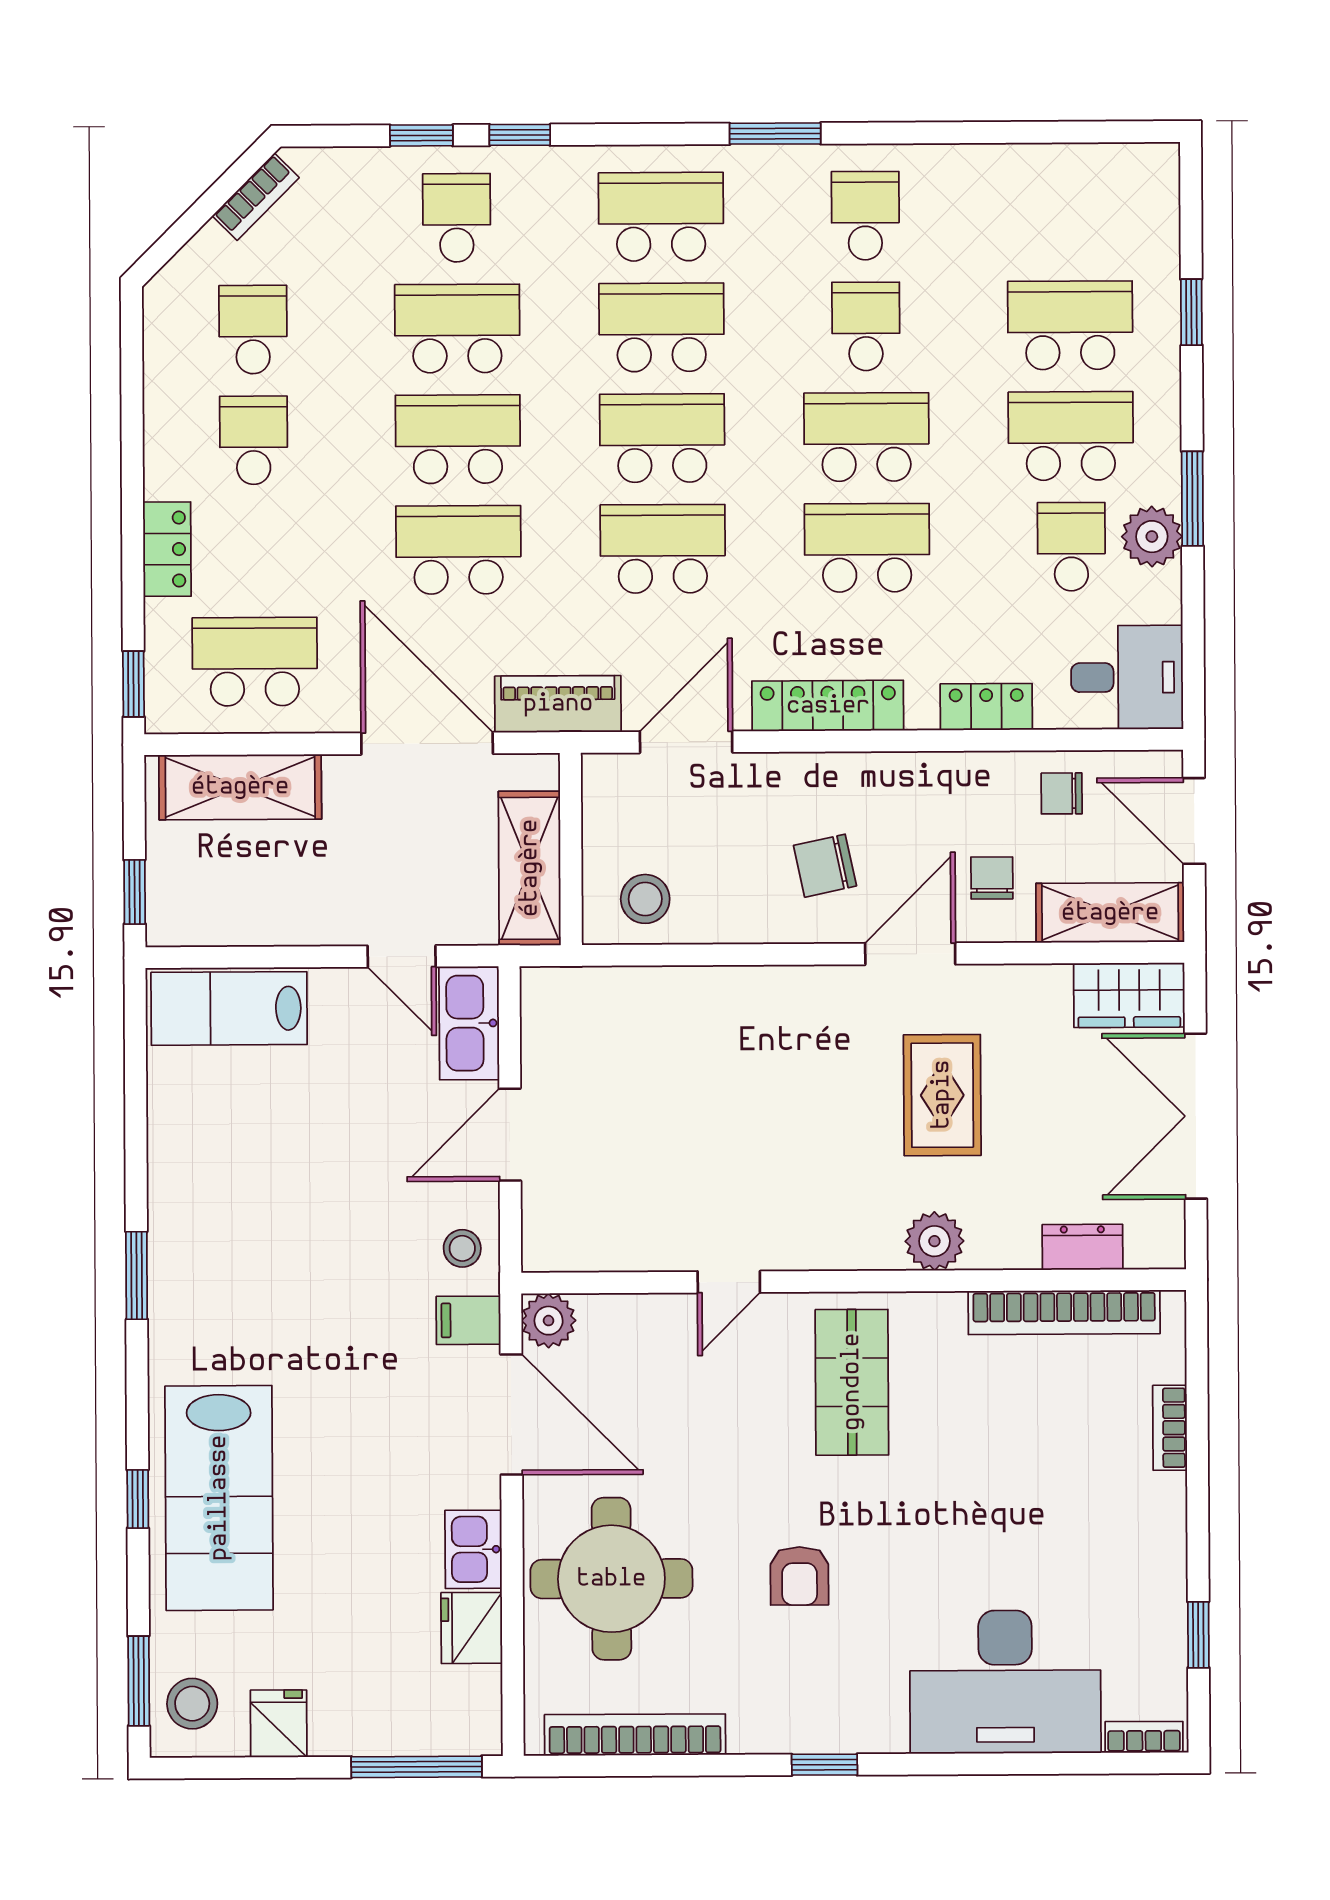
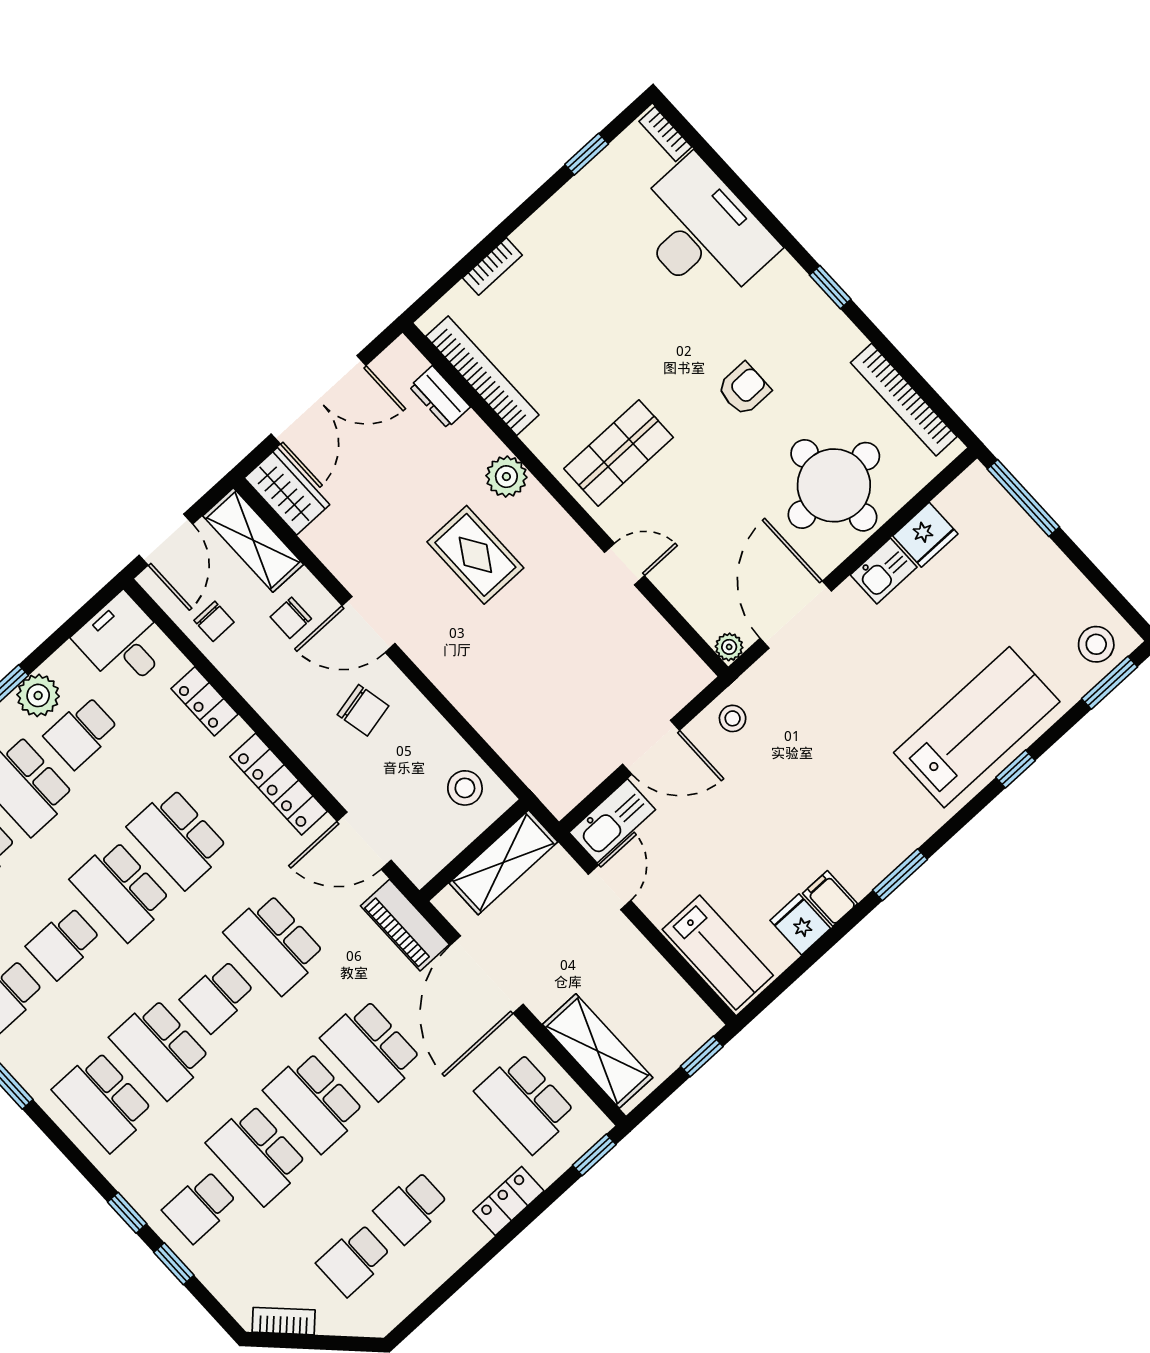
school desk: (662, 438) -> (218, 996), width x0.54
rug: (942, 1095) -> (475, 555), moved, turned 90
filing cabinet: (468, 1320) -> (830, 898), moved, turned 180
plant: (549, 1321) -> (729, 647), width x0.73, depth x0.73
fridge: (279, 1724) -> (800, 924), moved, turned 90

